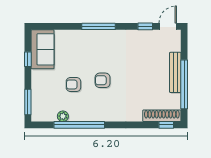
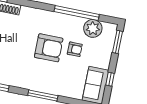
armchair: (103, 80) -> (49, 48), width x1.88, depth x1.88
plant: (63, 116) -> (93, 28), width x1.88, depth x1.88

